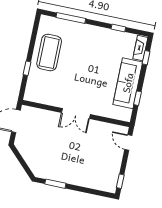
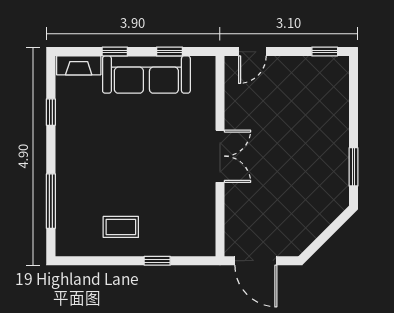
coffee table: (49, 53) -> (121, 227), width x0.54, depth x0.58
window: (146, 58) -> (115, 52), moved

